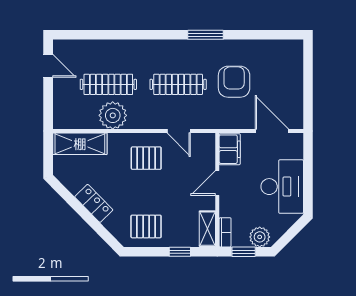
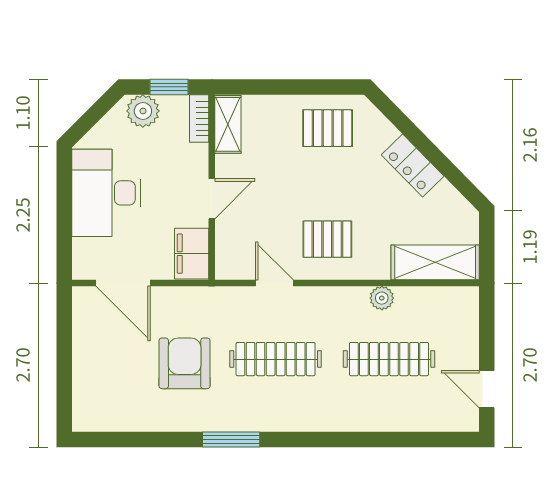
armchair: (234, 82) -> (185, 363), turned 180
plant: (113, 115) -> (382, 298), width x0.53, depth x0.53
window: (180, 252) -> (272, 87), removed

